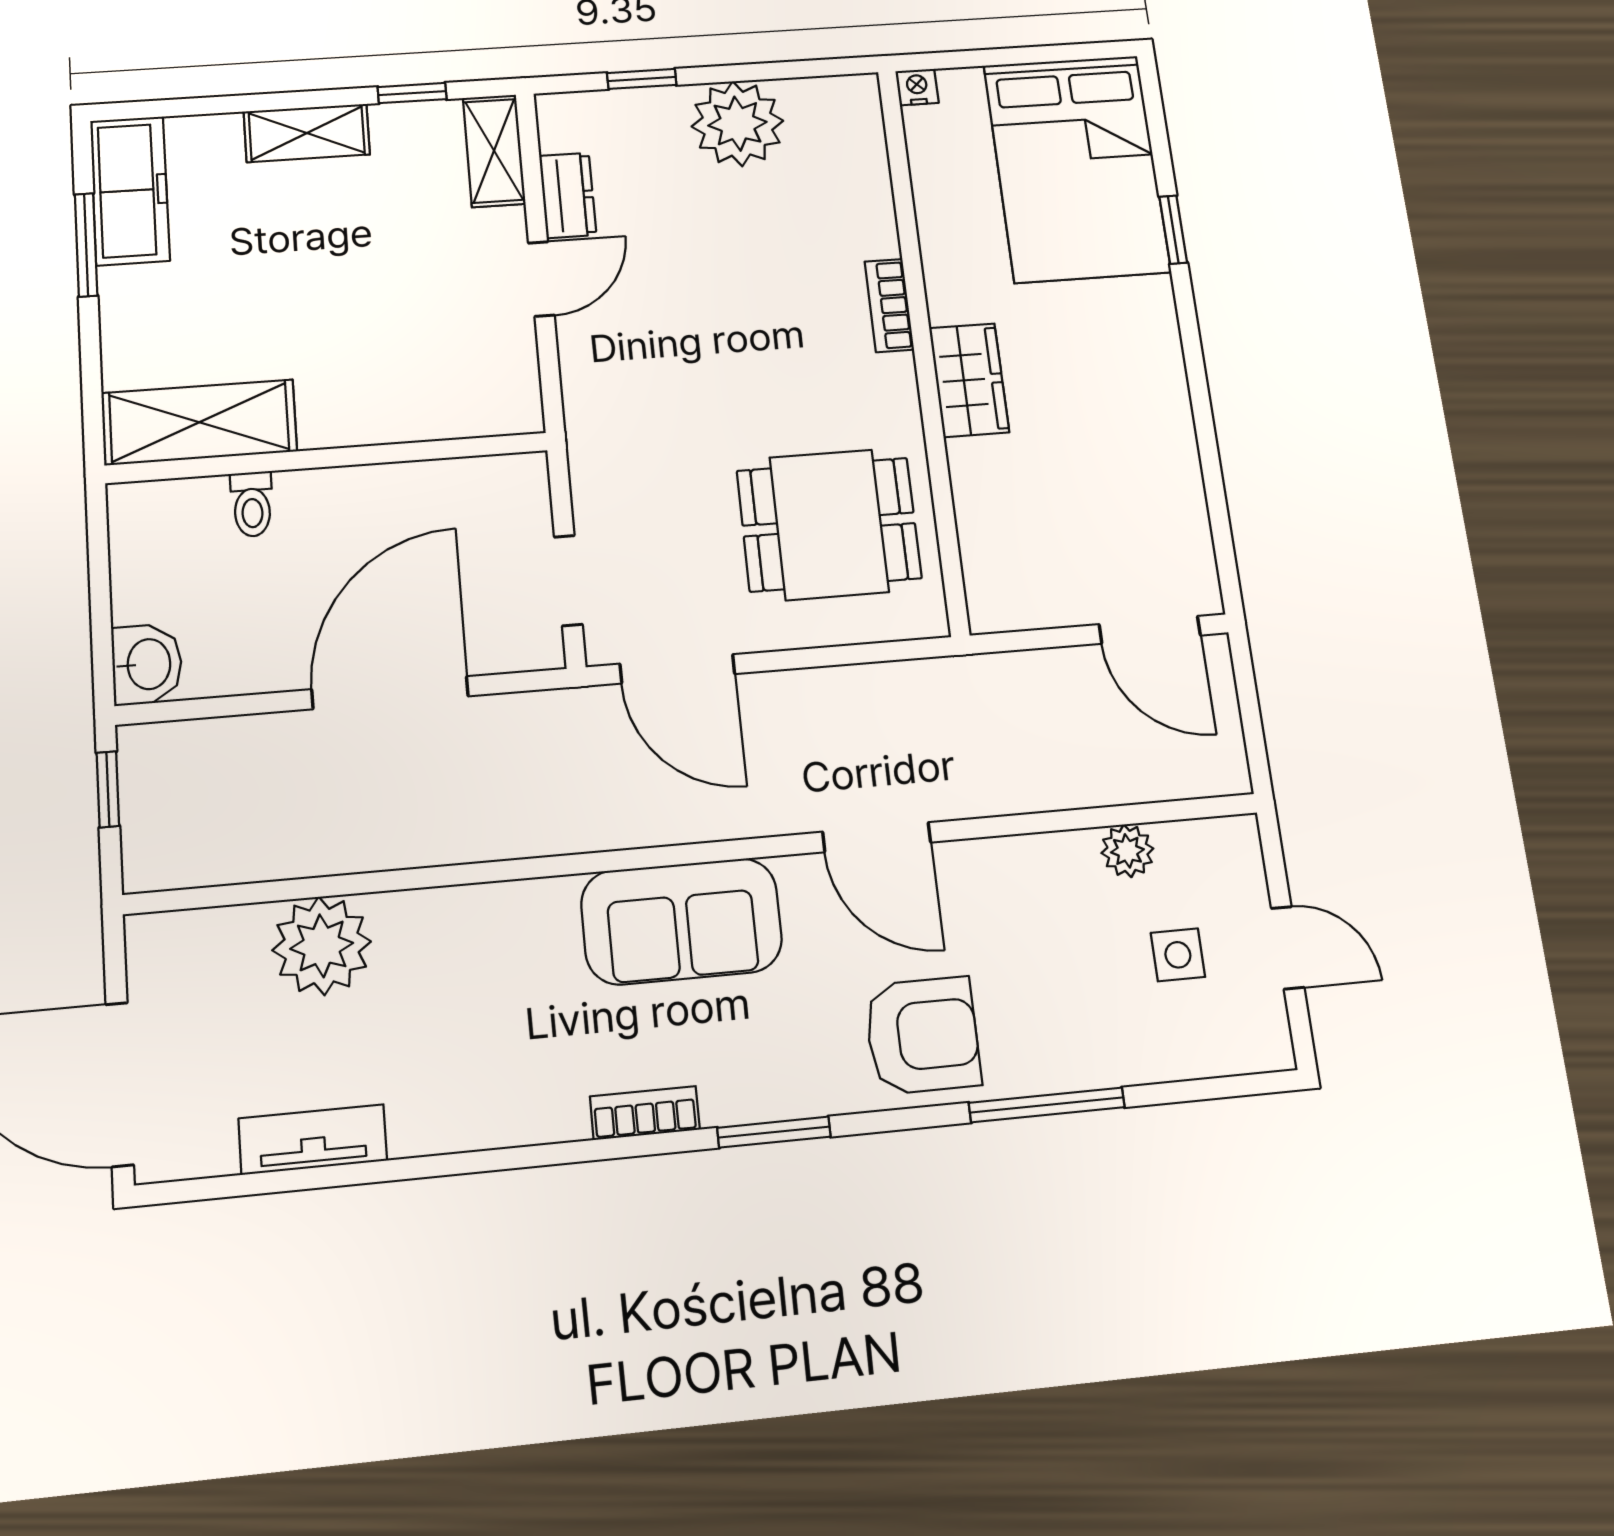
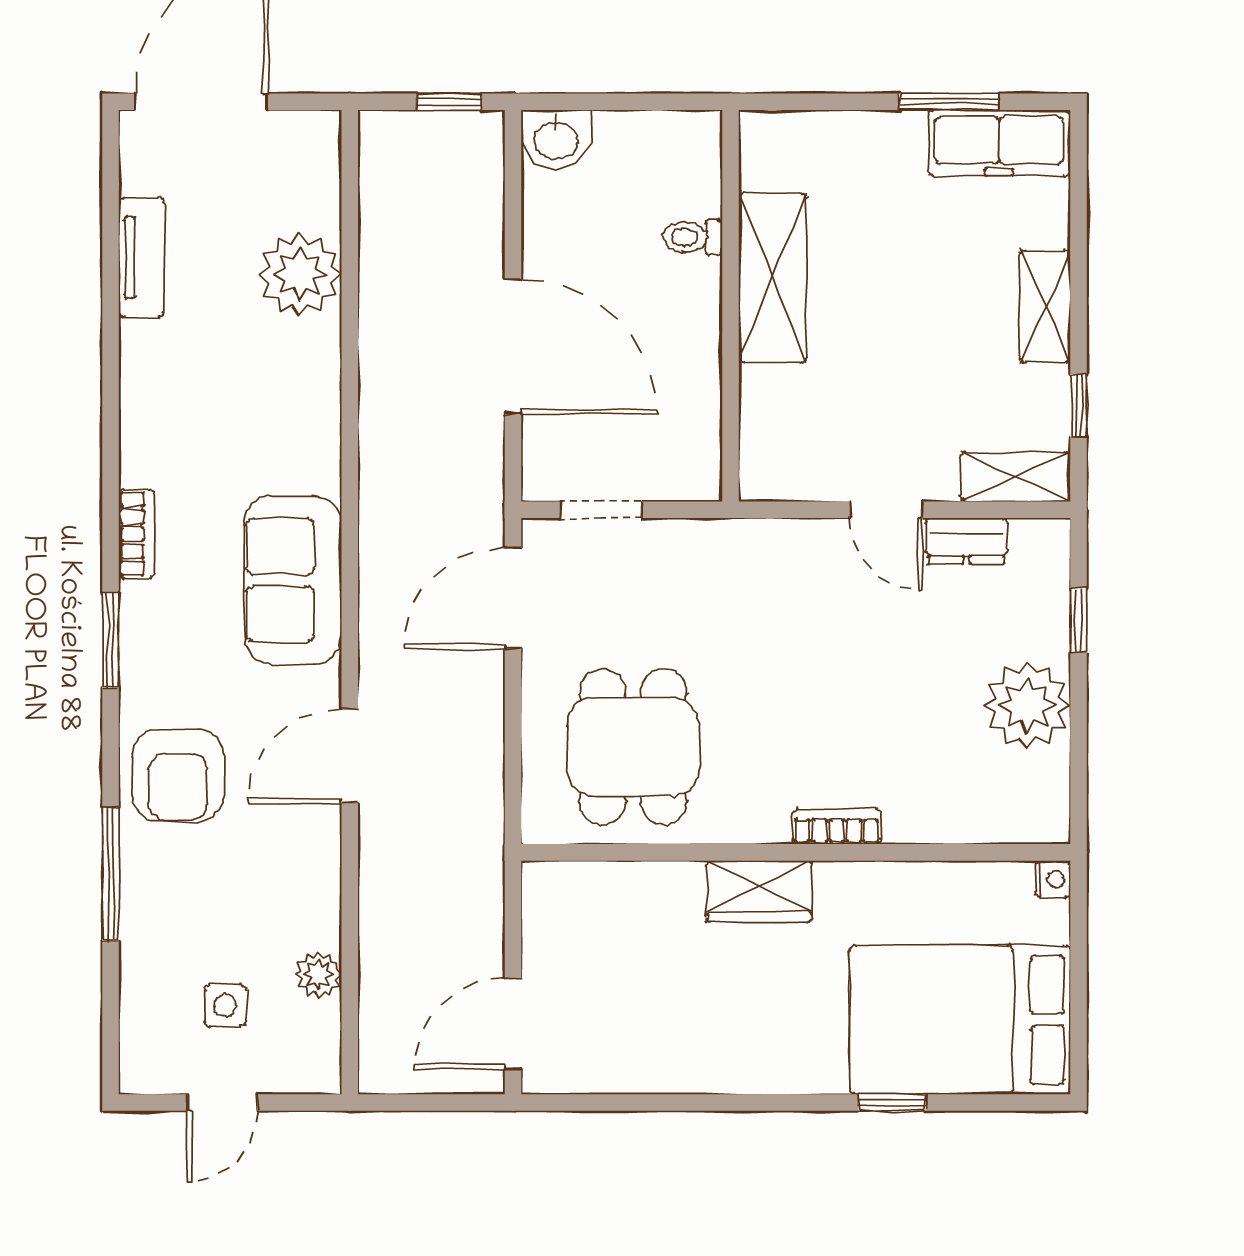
shelving: (199, 422) -> (773, 278), moved

